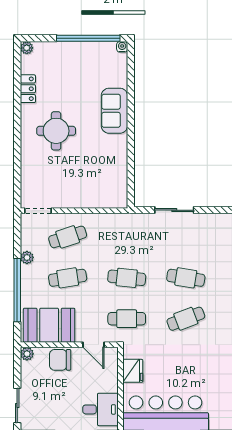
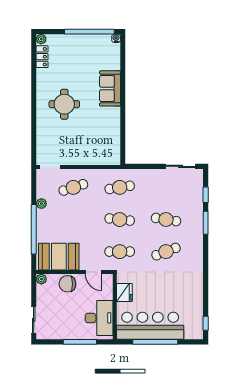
locker: (28, 89) -> (42, 57), moved
sliding door: (174, 210) -> (181, 166), moved
cafe table: (68, 278) -> (120, 187), moved
desk: (100, 409) -> (99, 318), width x1.37

